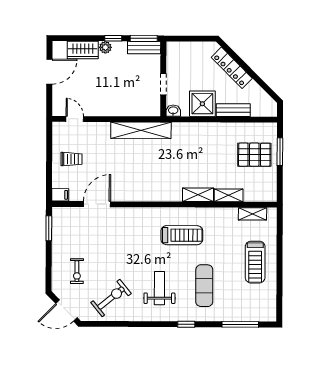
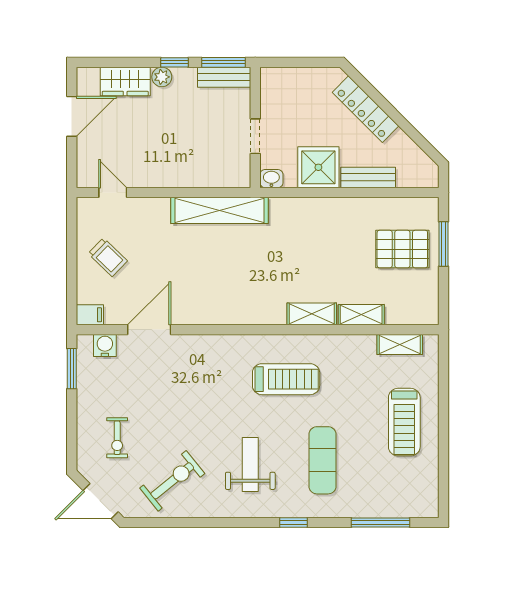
trolley: (71, 159) -> (108, 257), turned 44
water cooler: (69, 214) -> (105, 345), added

